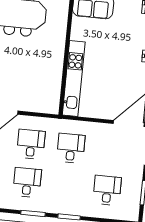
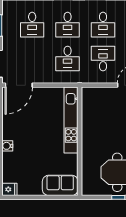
desk: (31, 144) -> (103, 59), turned 180
desk: (67, 186) -> (68, 25), added

